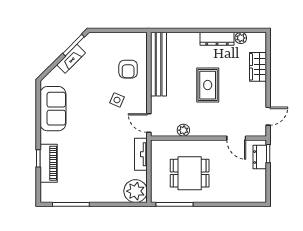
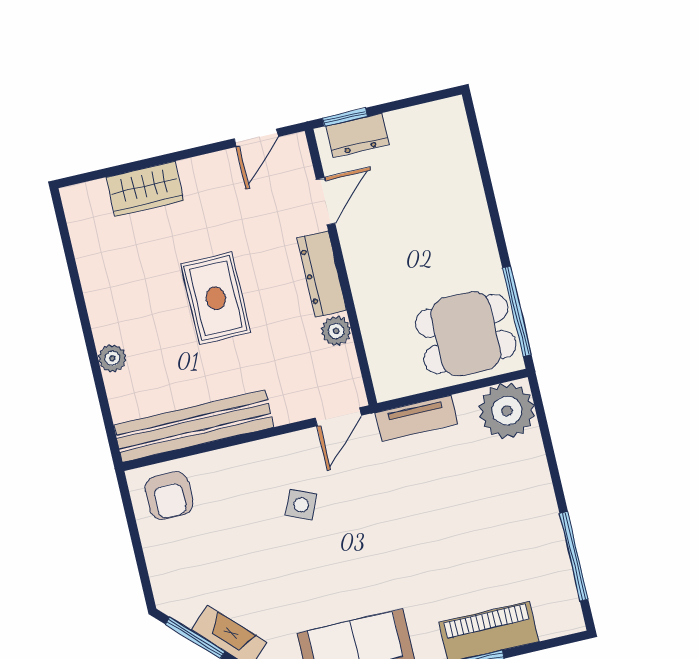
plant: (241, 38) -> (112, 358), moved
dresser: (217, 39) -> (322, 274), moved, turned 180
armchair: (128, 69) -> (169, 496), moved, turned 90
rug: (208, 85) -> (216, 298), turned 90
door: (268, 116) -> (256, 138), swing flipped
dining table: (190, 173) -> (466, 334), moved, turned 90

